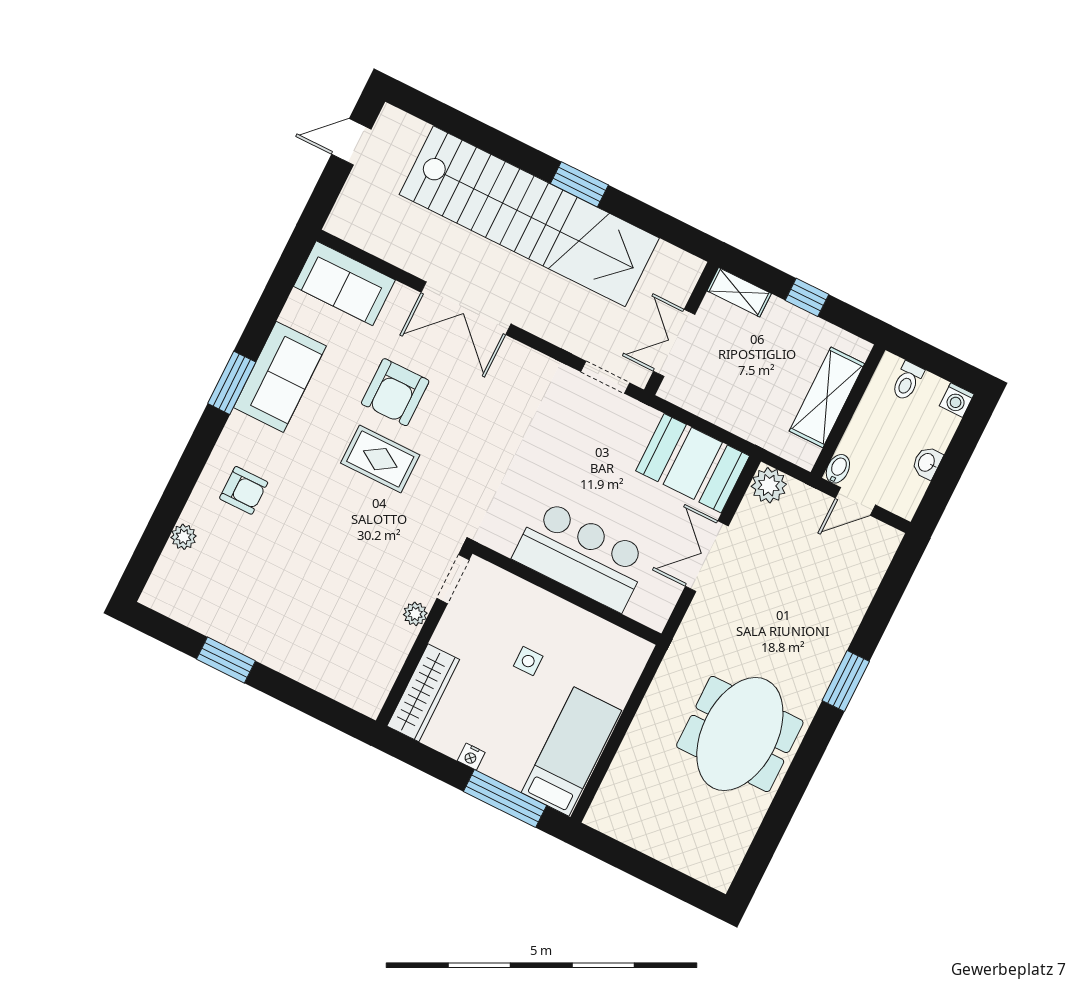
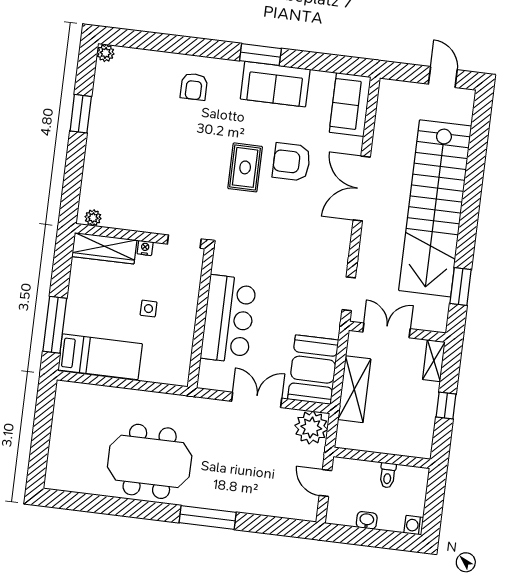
window: (579, 184) -> (461, 287), moved
toilet: (907, 381) -> (388, 475), moved, turned -90
shelving: (827, 397) -> (354, 389), moved, turned 90
bidet: (838, 469) -> (343, 464), removed
plant: (769, 485) -> (311, 428), width x1.36, depth x1.36
plant: (184, 537) -> (106, 53), moved
plant: (415, 614) -> (93, 218), moved
window: (846, 681) -> (208, 517), width x1.44
nightstand: (471, 757) -> (145, 248), moved, turned 90

